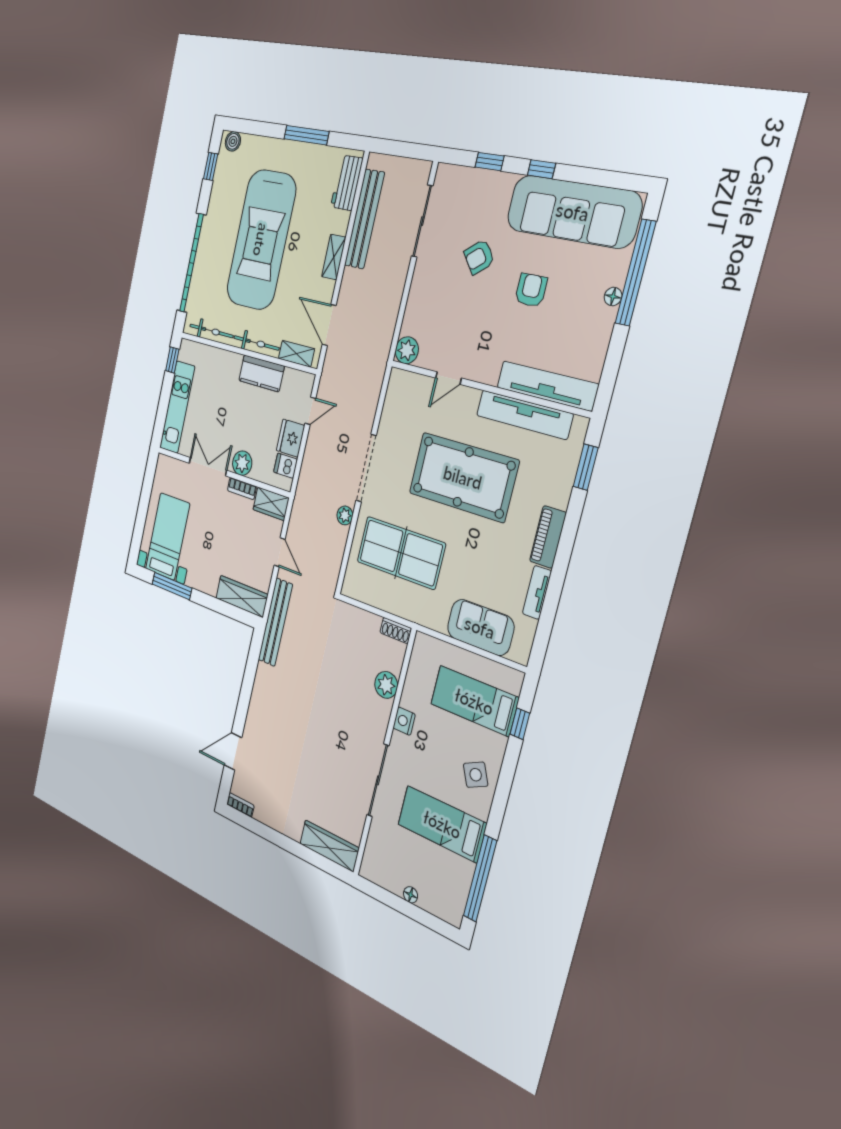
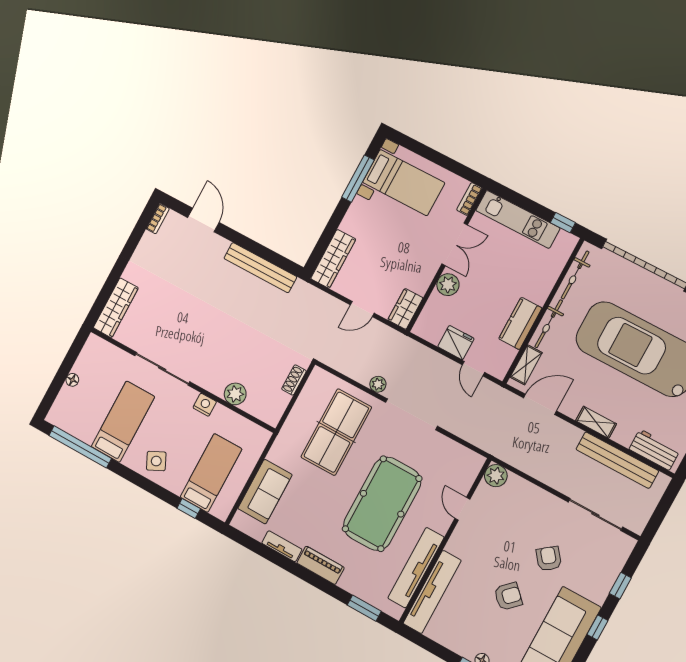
armchair: (531, 290) -> (508, 596), turned -45
dishwasher: (286, 466) -> (434, 332), removed
bookcase: (242, 489) -> (469, 199), moved
bench: (275, 622) -> (260, 268), moved
shoe rack: (396, 630) -> (294, 380), moved

